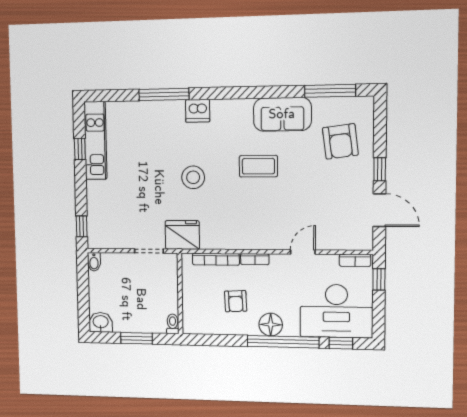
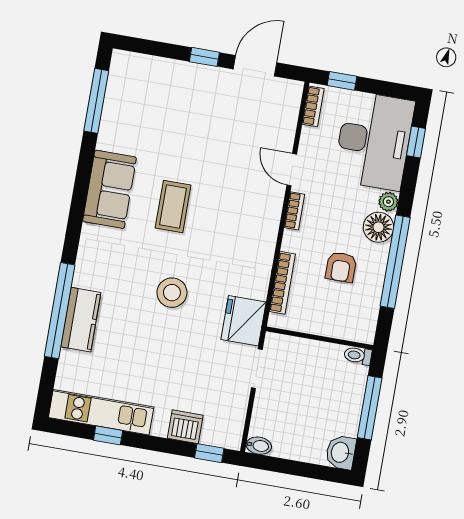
window: (164, 94) -> (60, 311), width x1.46
dishwasher: (198, 111) -> (185, 427), moved, turned -90
kitchen counter: (160, 112) -> (81, 320), added
sofa: (282, 114) -> (110, 189), moved
armchair: (340, 141) -> (161, 99), removed
bookcase: (255, 259) -> (294, 211), moved
armchair: (236, 301) -> (341, 267), turned 93
plant: (291, 329) -> (388, 202), added
window: (137, 338) -> (370, 408), width x1.44
window: (283, 342) -> (395, 262), moved

